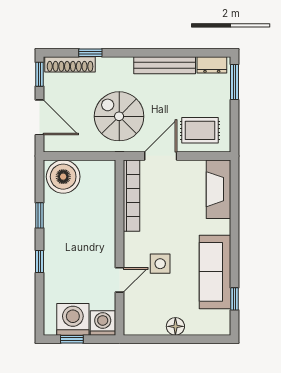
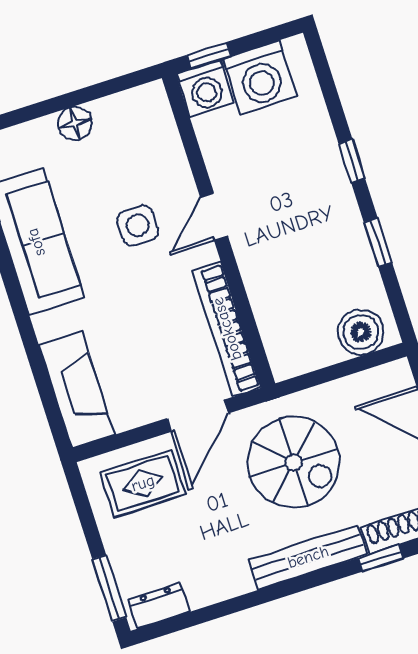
bench: (165, 65) -> (308, 557), moved
boiler: (63, 177) -> (361, 332), width x0.73, depth x0.73
door: (119, 280) -> (214, 217), moved
window: (72, 339) -> (209, 55), moved

